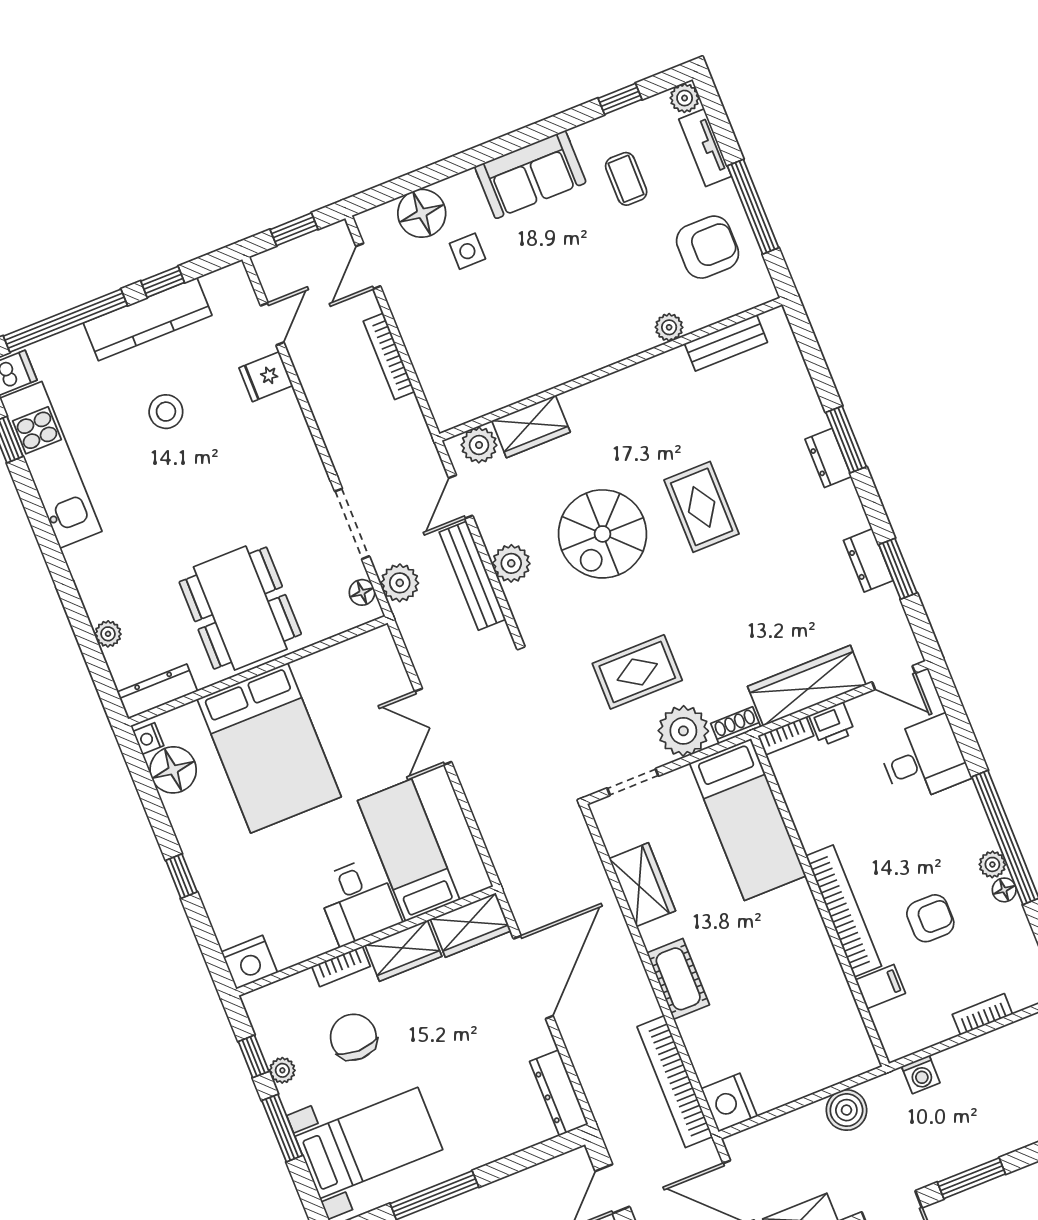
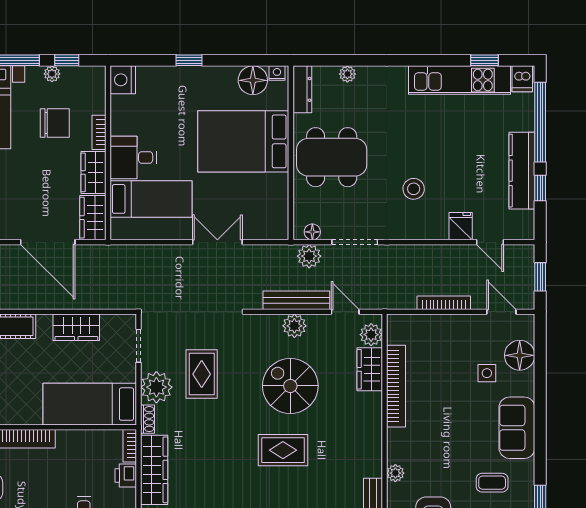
bookcase: (540, 378) -> (396, 386), added
stool: (166, 412) -> (414, 189), moved

